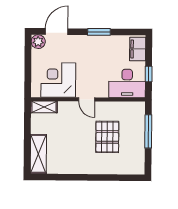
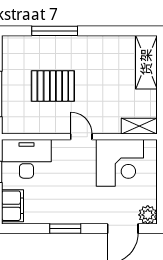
pallet: (107, 137) -> (53, 86), turned 90
window: (106, 178) -> (55, 31), added

